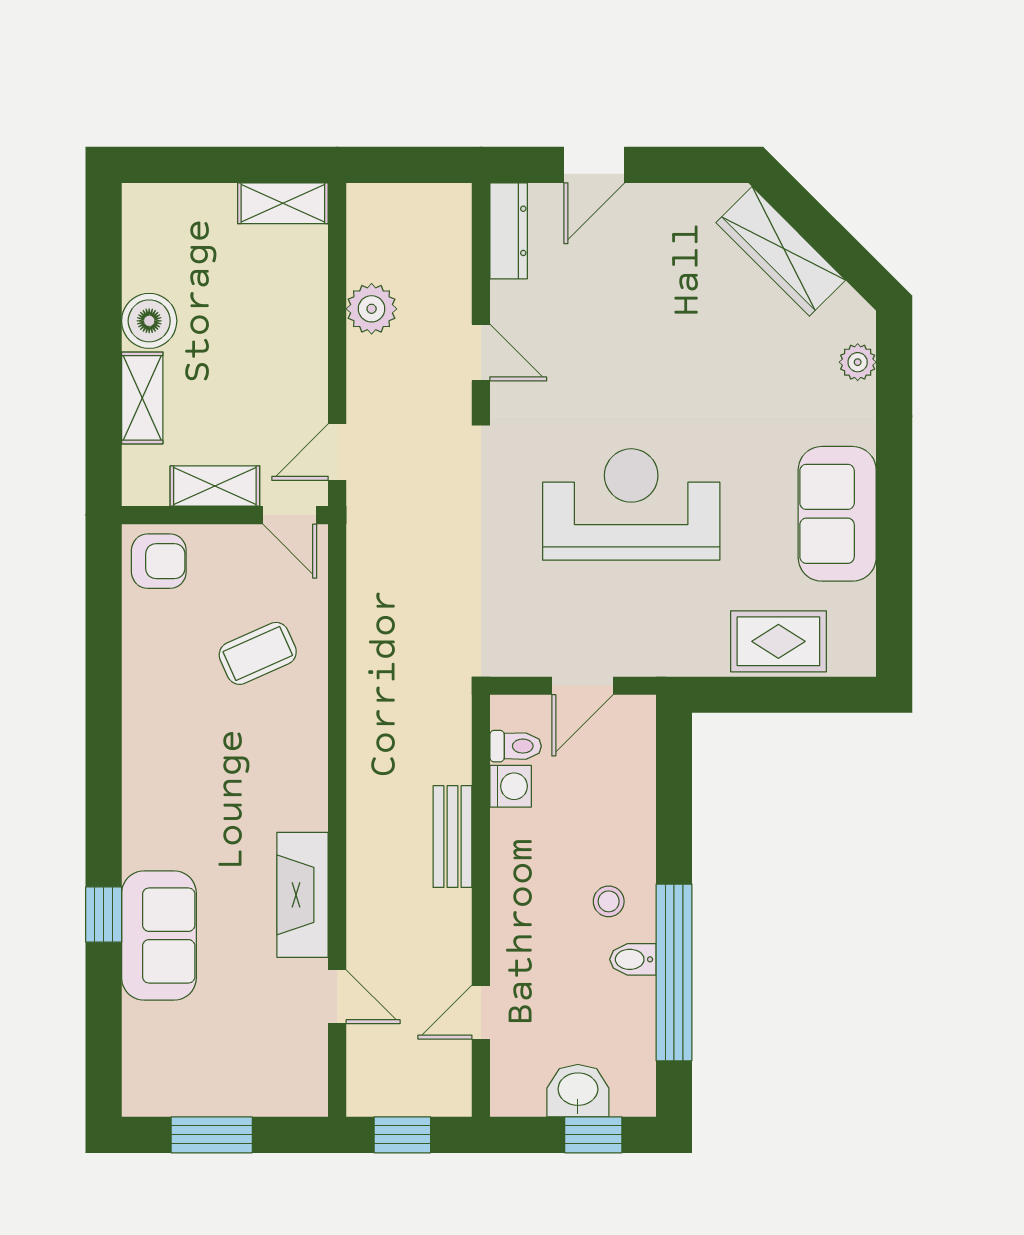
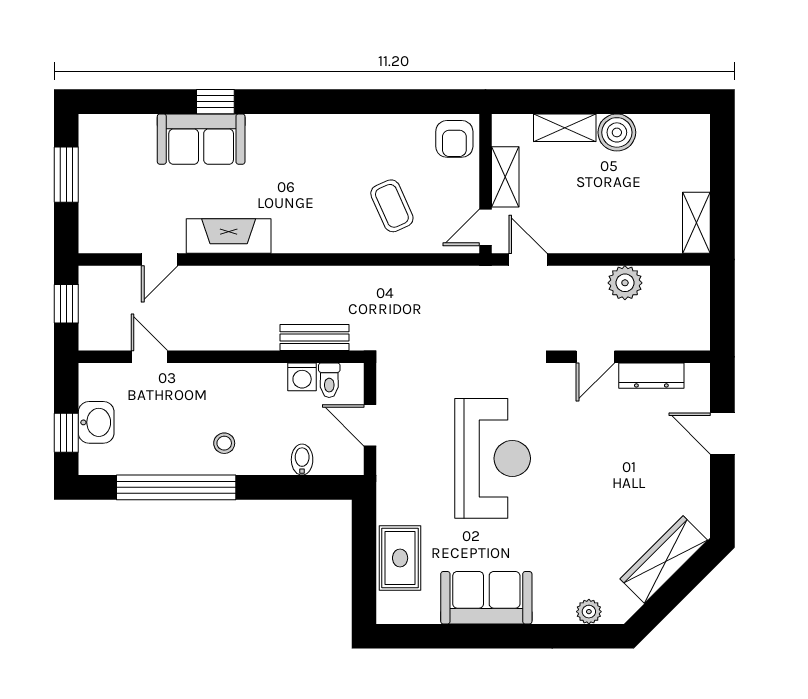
dresser: (509, 231) -> (651, 376), moved
bench: (452, 837) -> (314, 338), moved
bidet: (633, 959) -> (302, 460), moved

